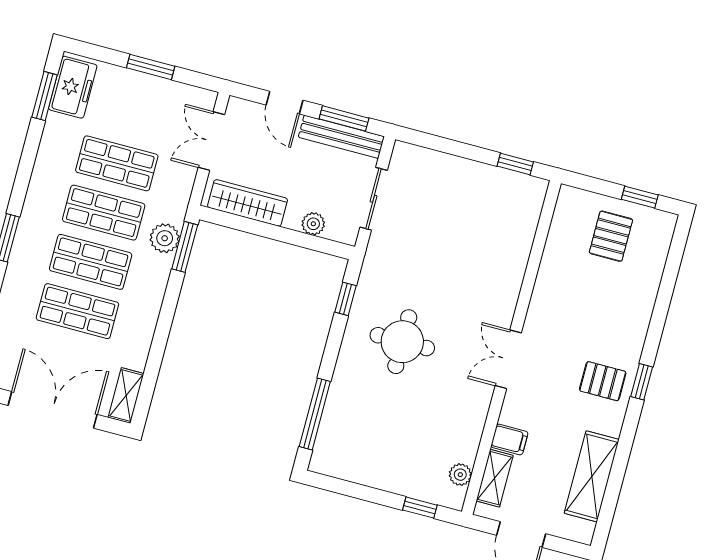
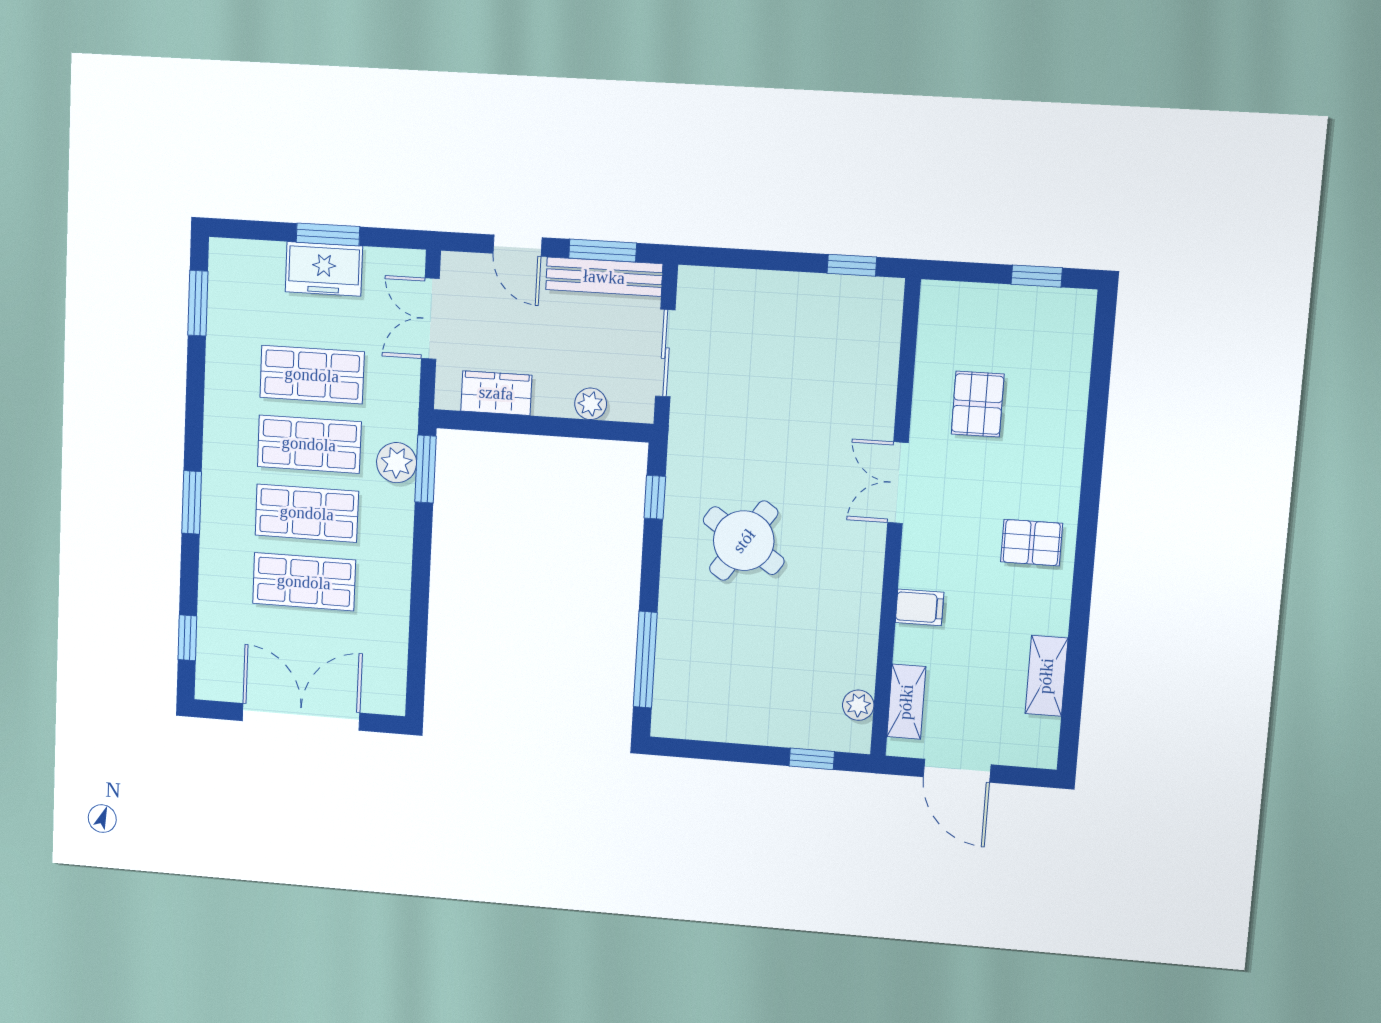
freezer: (73, 87) -> (324, 269), moved, turned 90
wardrobe: (248, 203) -> (496, 393), width x0.67
pallet: (611, 236) -> (978, 404), moved
round table: (402, 342) -> (744, 541), turned 34
double door: (508, 359) -> (898, 483), moved
window: (642, 382) -> (1087, 533), removed
shelving: (126, 396) -> (391, 681), removed
filing cabinet: (509, 439) -> (920, 607), moved
shelving: (592, 476) -> (1046, 676), width x0.67, depth x0.75

